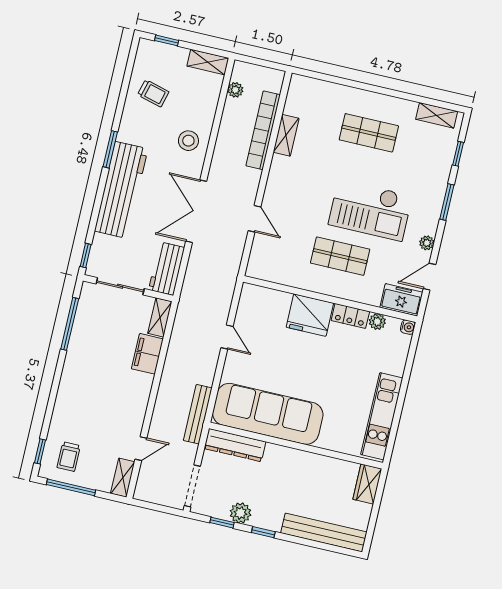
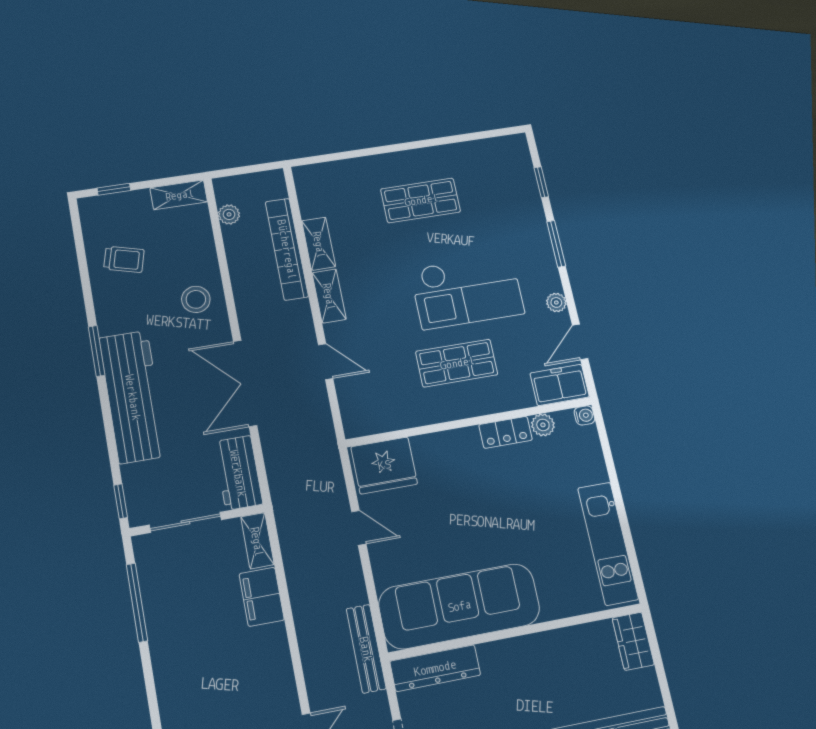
shelving: (437, 115) -> (329, 296), moved, turned 90
fridge: (310, 315) -> (384, 465), moved

